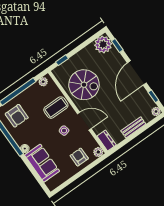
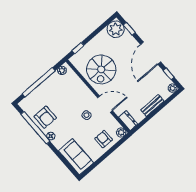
spiral stairs: (84, 85) -> (101, 69), turned 90
coffee table: (56, 108) -> (77, 94), removed
armchair: (17, 116) -> (45, 117), moved
sofa: (42, 163) -> (76, 157), moved

